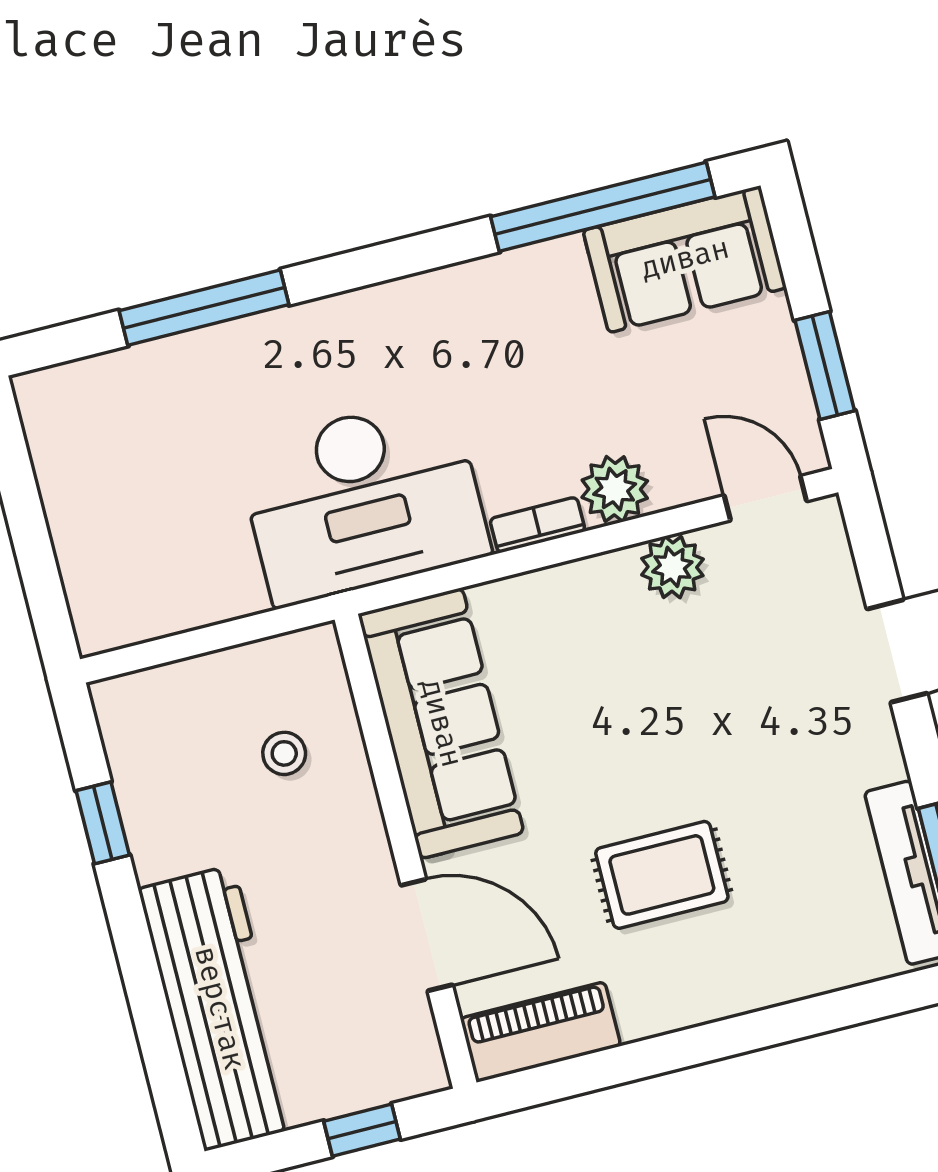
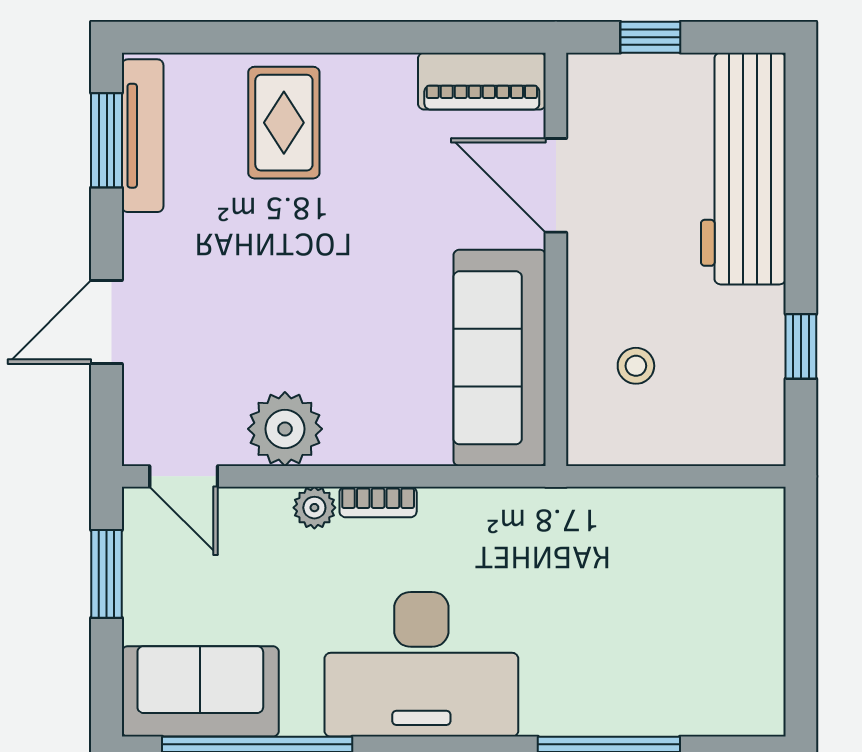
plant: (615, 489) -> (314, 508), width x0.73, depth x0.73
desk: (363, 500) -> (421, 664), moved, turned 180
plant: (672, 567) -> (285, 429), width x1.36, depth x1.36
rug: (662, 875) -> (284, 123), moved, turned 90

